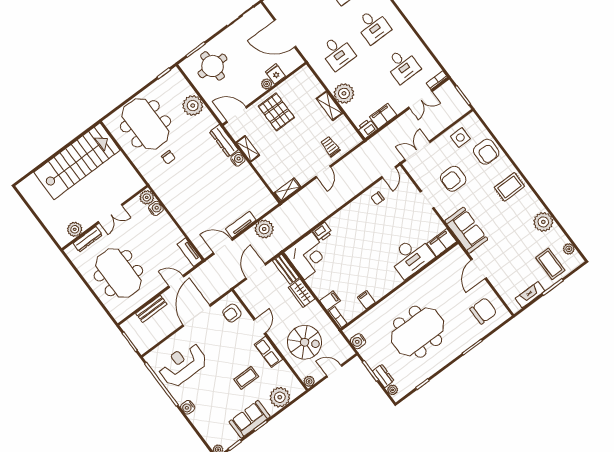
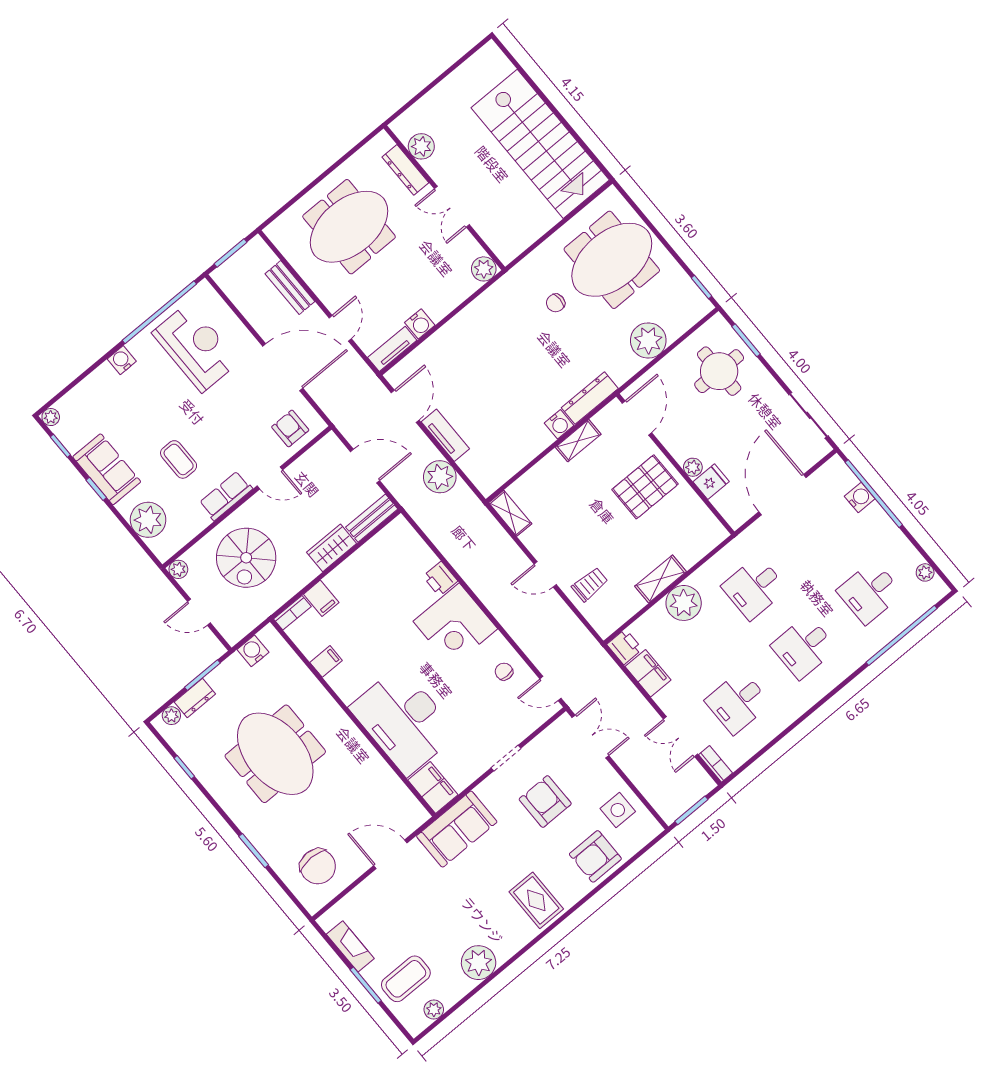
water cooler: (156, 208) -> (420, 324), moved
corner desk: (308, 256) -> (455, 625), moved
desk: (411, 257) -> (404, 721), width x1.36, depth x1.30
door: (334, 371) -> (199, 612), swing flipped

